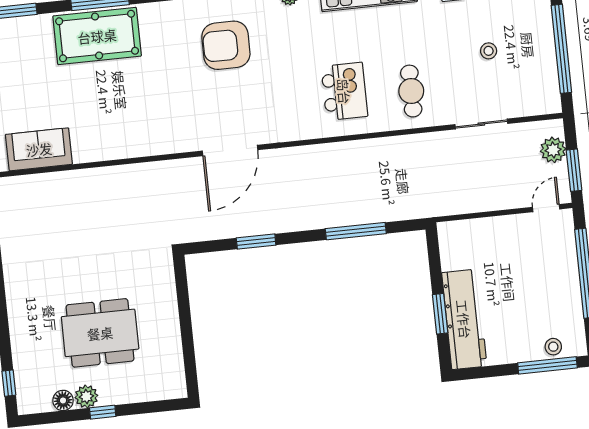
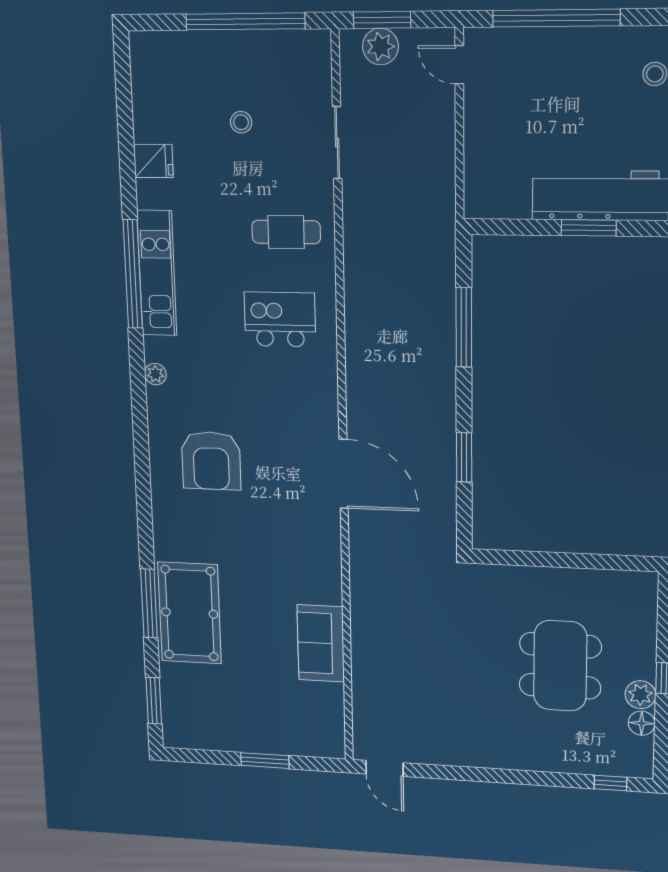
sofa: (39, 149) -> (321, 643), moved
window: (574, 170) -> (382, 20), moved

